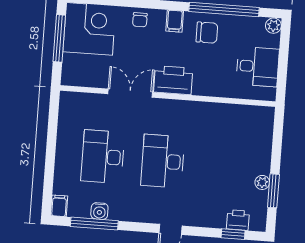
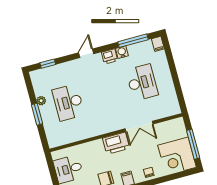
desk: (163, 161) -> (68, 102), moved, turned 180
window: (273, 191) -> (37, 114), moved
water cooler: (99, 211) -> (122, 52), moved
printer: (238, 220) -> (110, 56), moved

